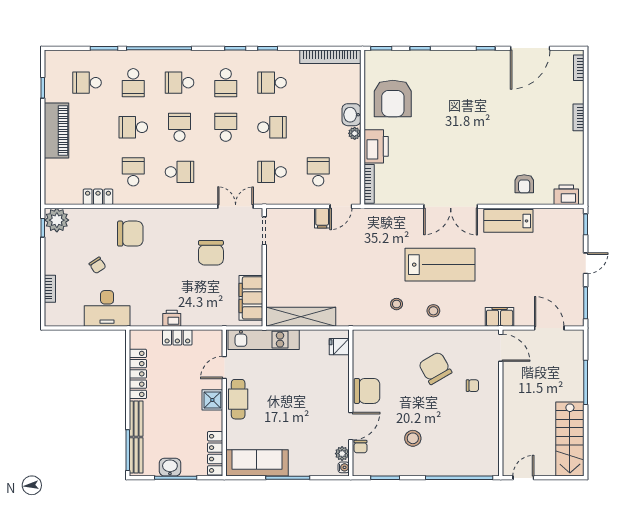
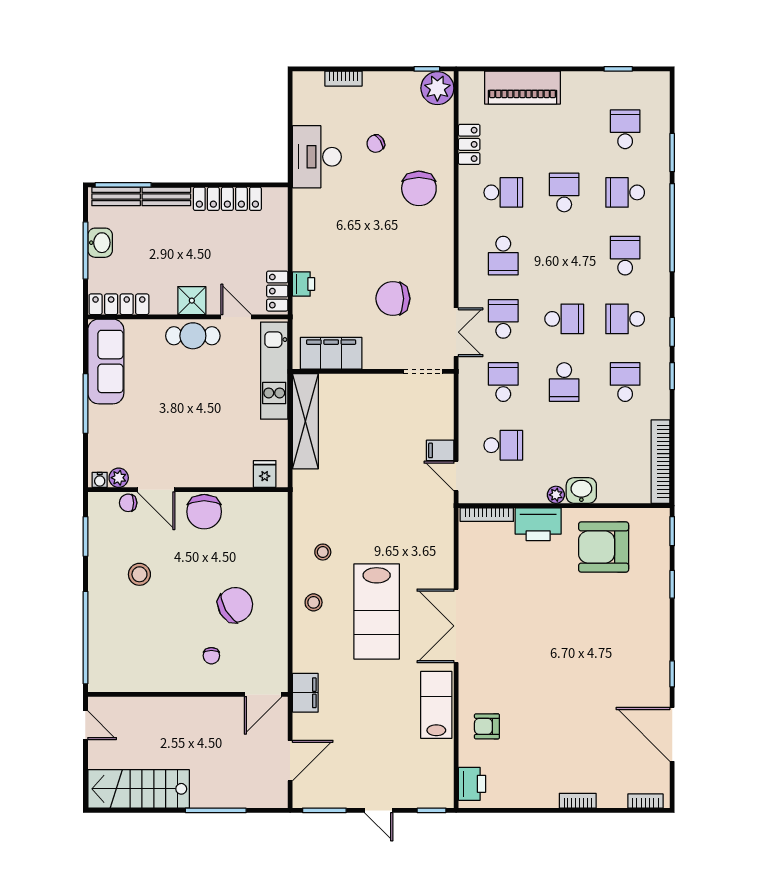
school desk: (179, 127) -> (503, 319), moved, turned -90
piano: (56, 131) -> (522, 88), moved
printer: (172, 318) -> (304, 284), moved
locker: (177, 337) -> (277, 291), moved

